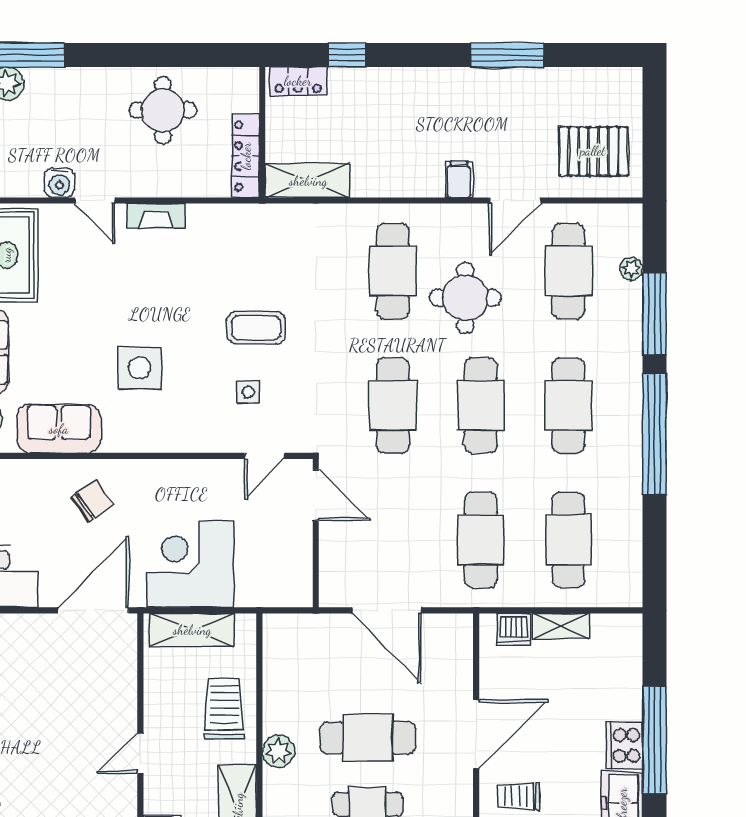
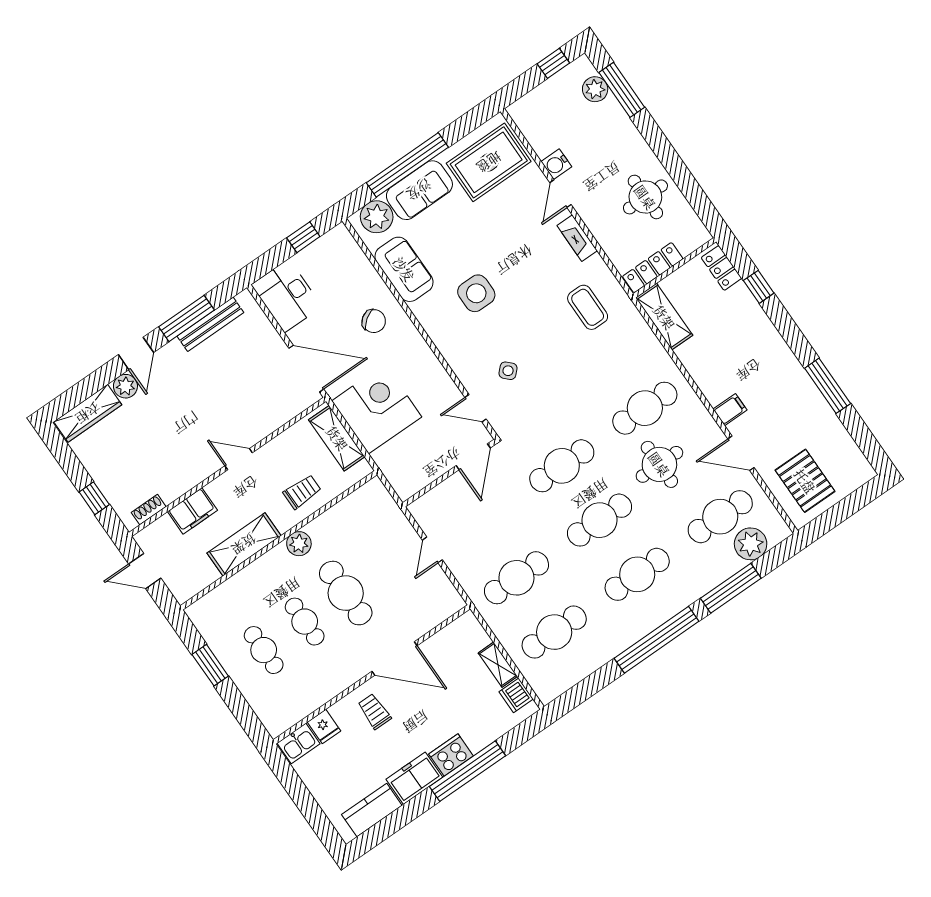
plant: (631, 269) -> (751, 544), width x1.88, depth x1.88
coffee table: (256, 328) -> (588, 307), moved
side table: (248, 392) -> (508, 371), turned 45
door: (386, 610) -> (432, 550), width x0.53
dishwasher: (514, 629) -> (516, 695), moved
trolley: (224, 708) -> (302, 492), width x0.73, depth x0.72

